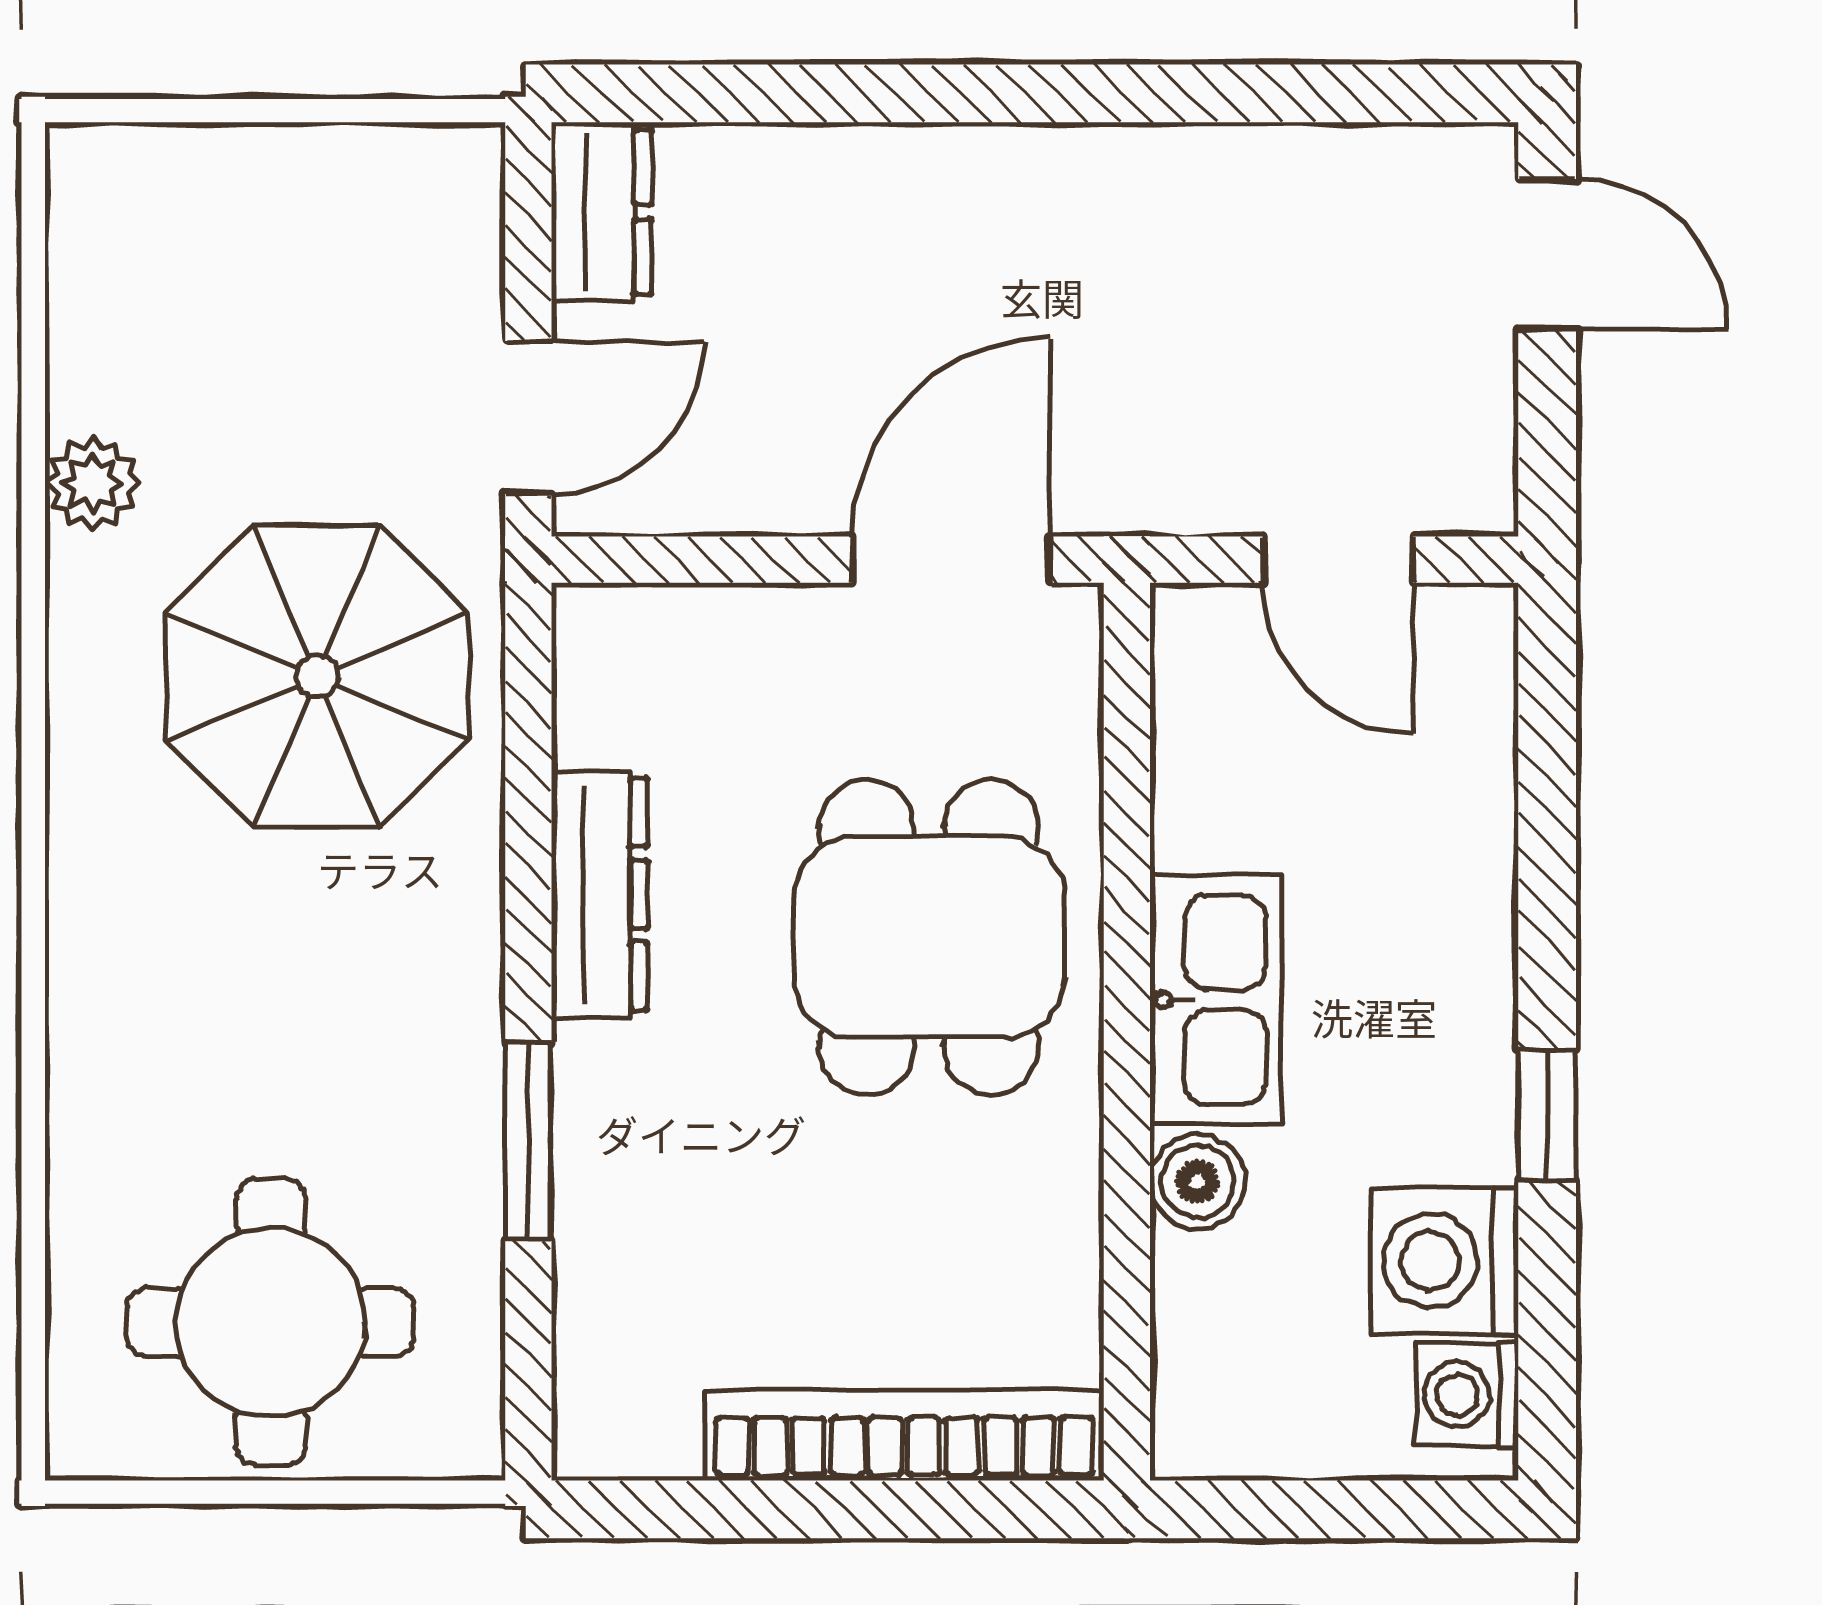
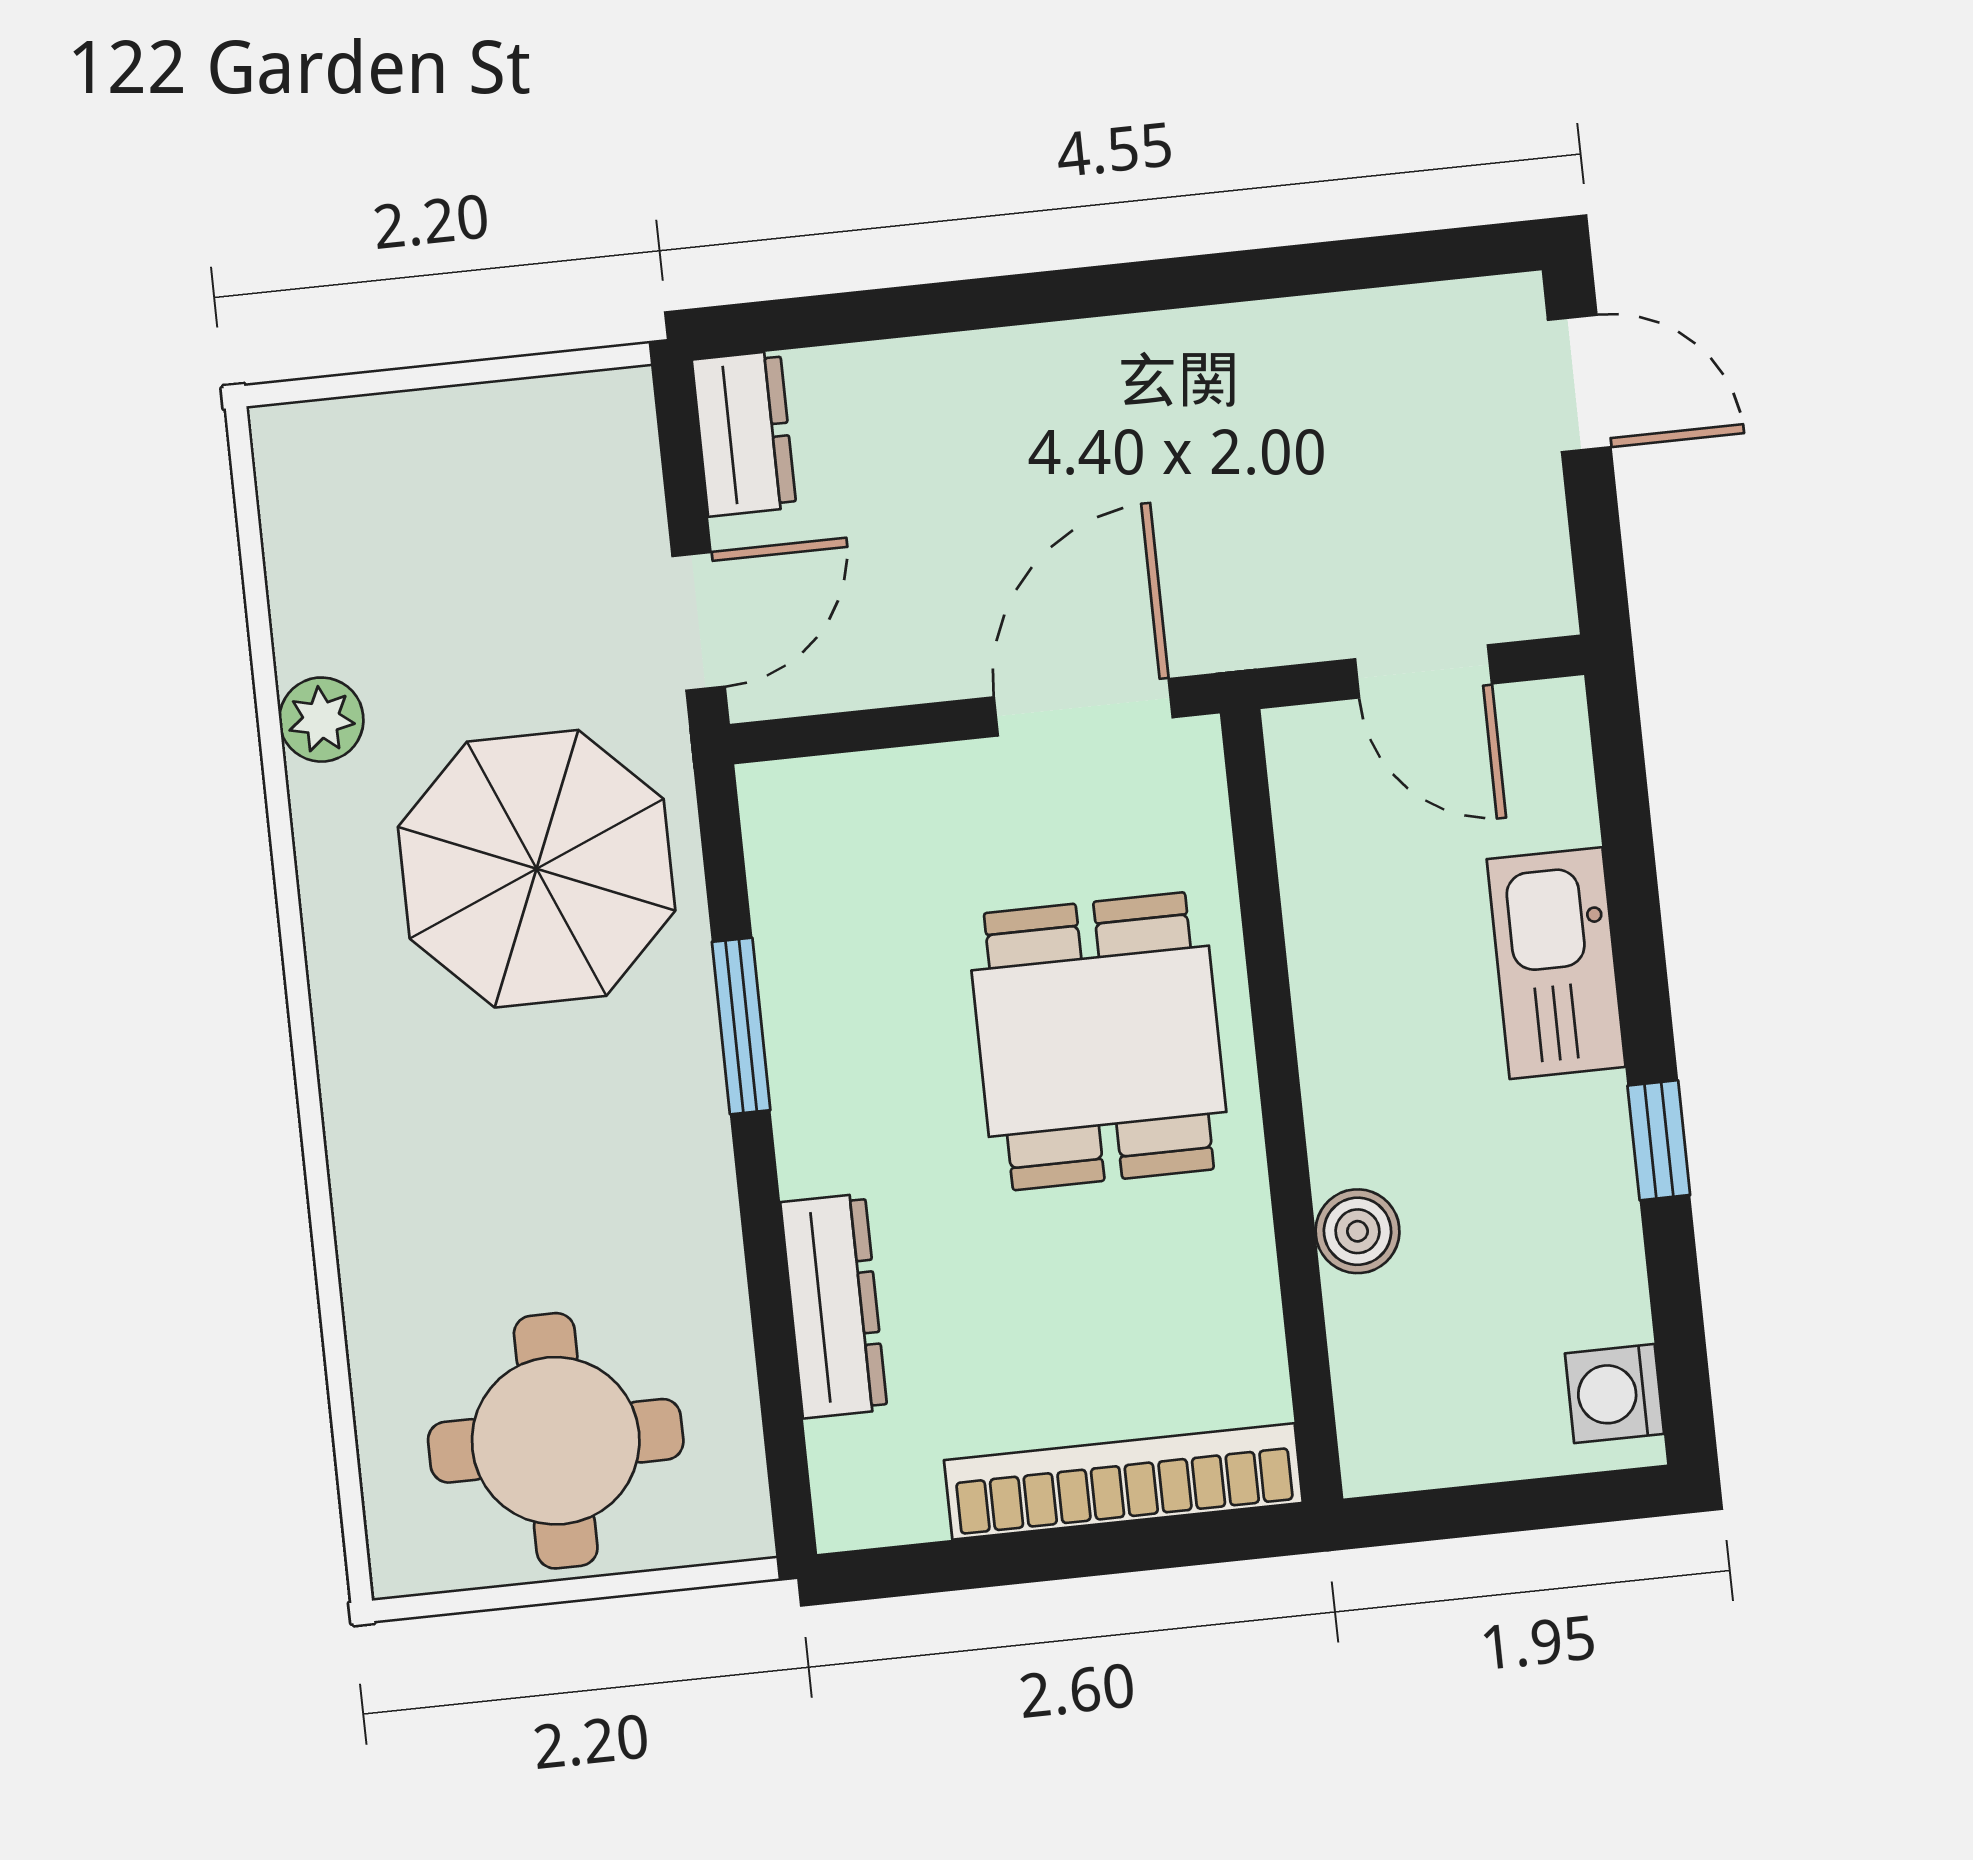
dresser: (599, 894) -> (834, 1306), moved
kitchen sink: (1216, 1000) -> (1556, 963), moved, turned 180
window: (528, 1141) -> (741, 1026), moved
washing machine: (1445, 1261) -> (1582, 1278), removed

